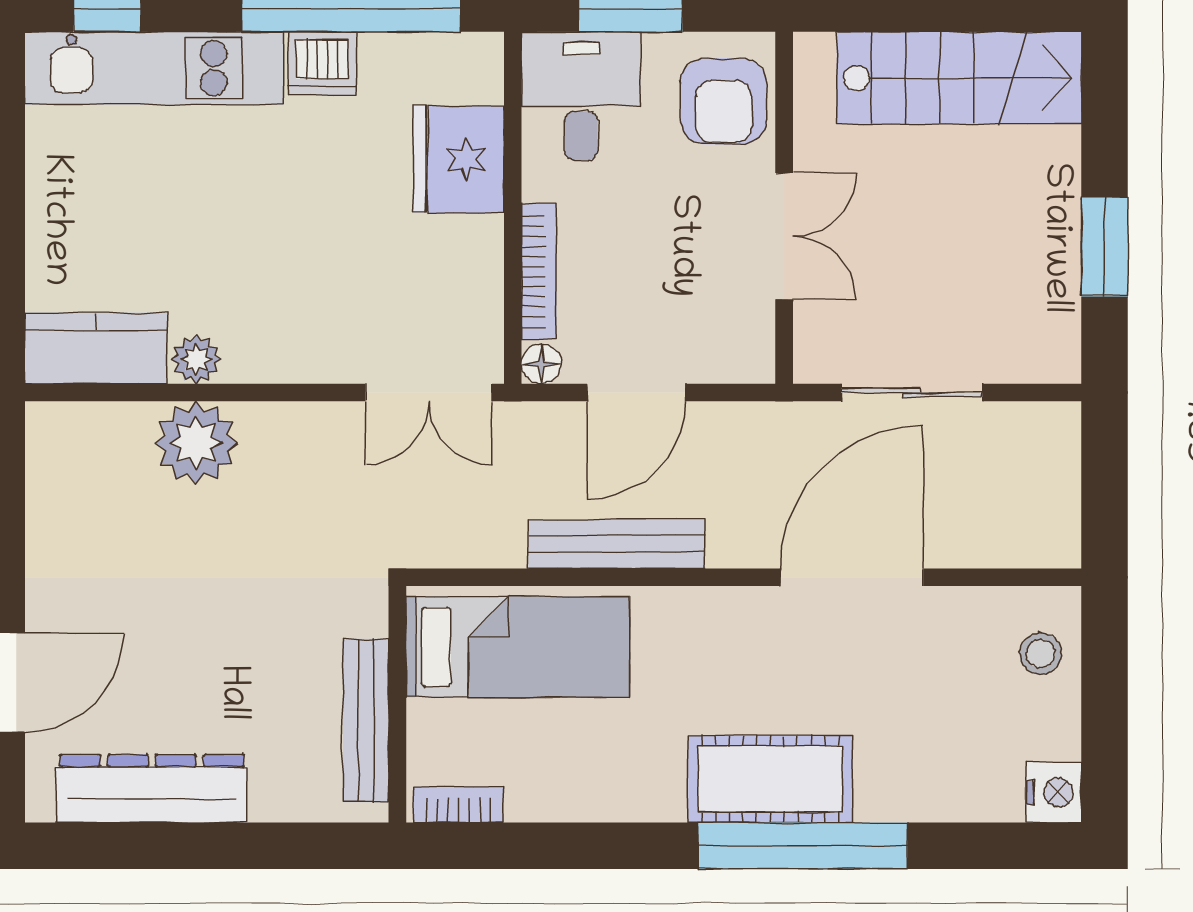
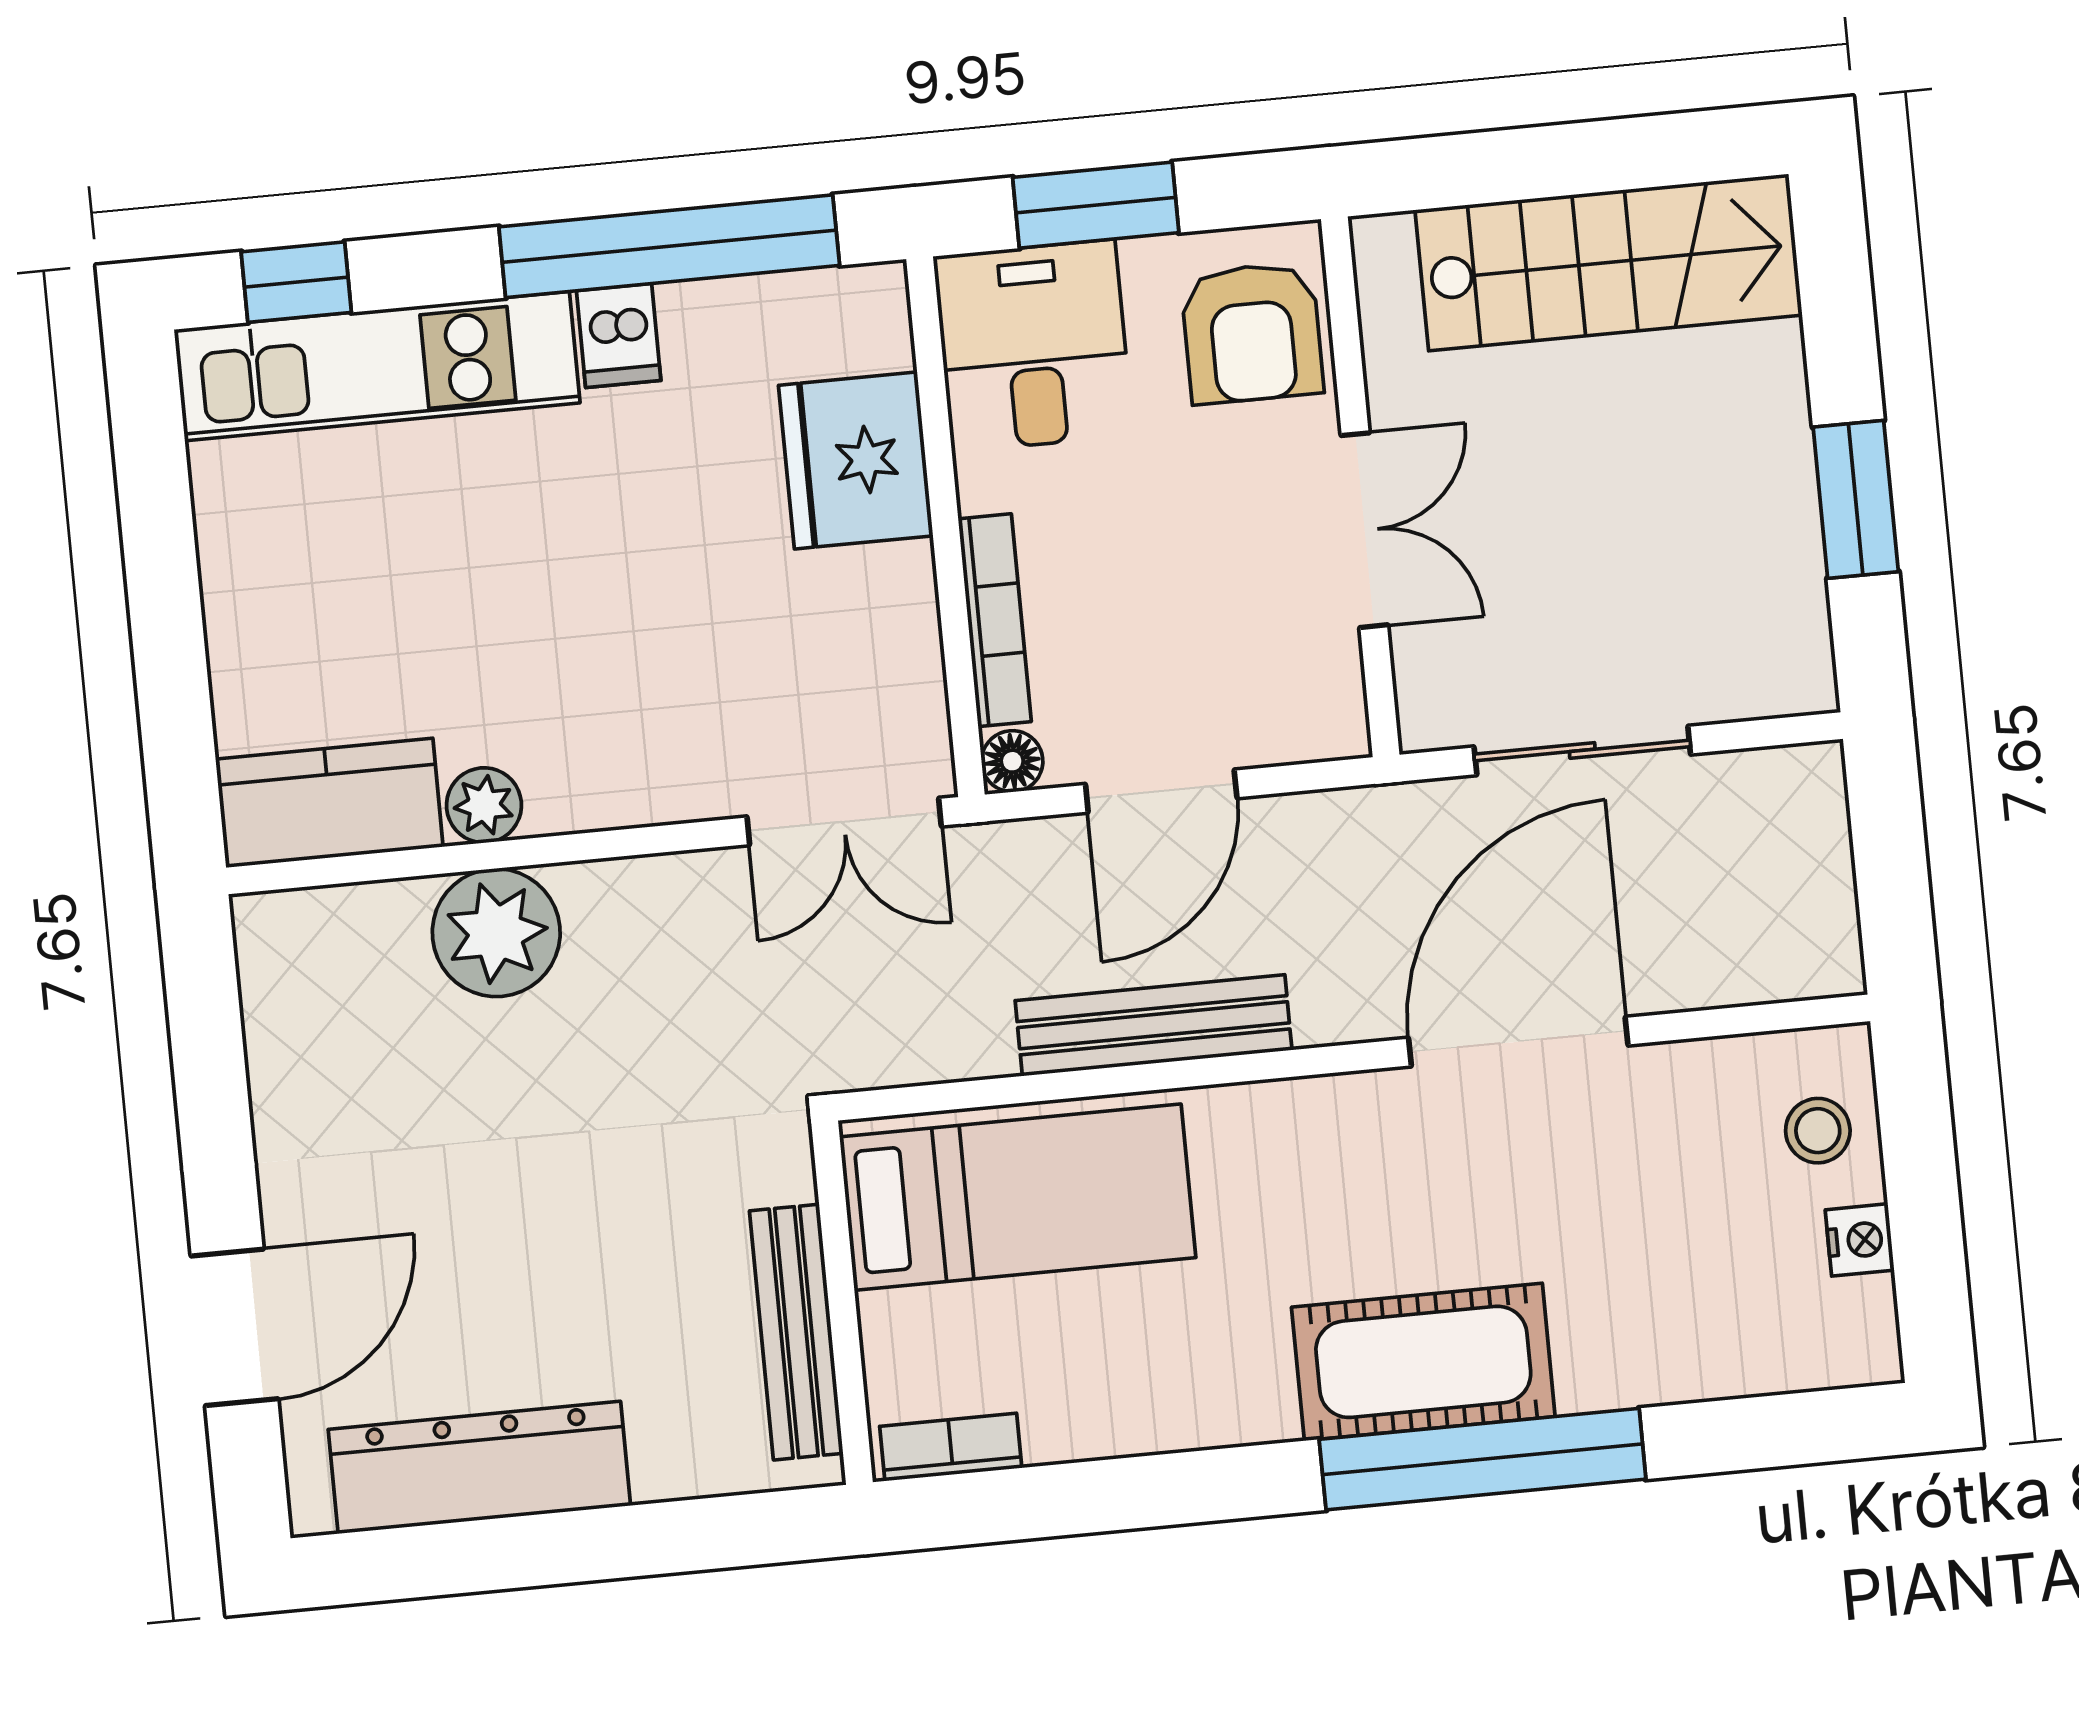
dishwasher: (322, 63) -> (619, 336), width x0.73
nightstand: (1054, 792) -> (1860, 1240), moved, width x0.72, depth x0.74

